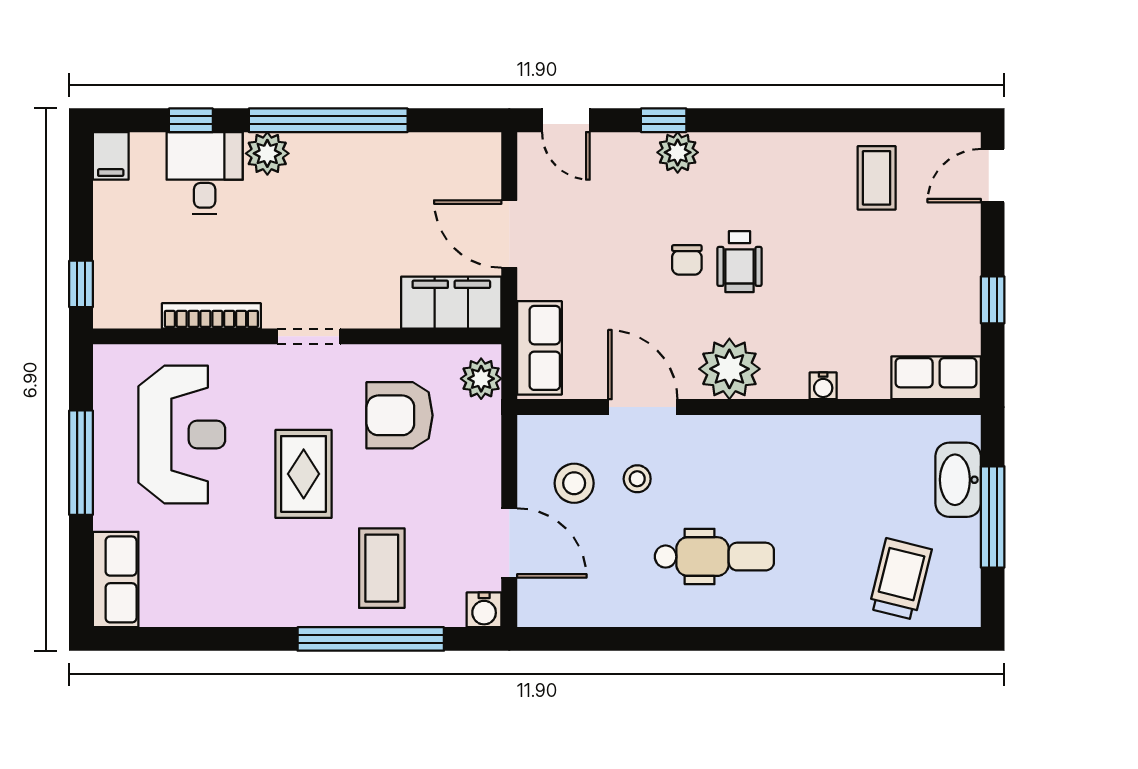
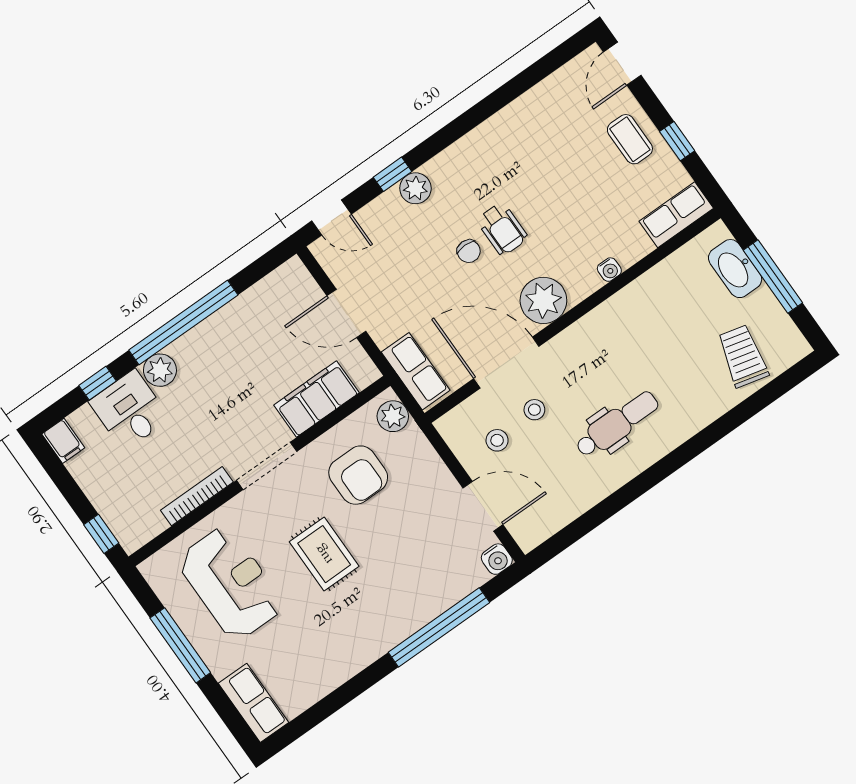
coffee table: (877, 178) -> (630, 139), moved
filing cabinet: (451, 303) -> (317, 399), moved
doorway: (309, 336) -> (267, 466), width x1.38
door: (643, 407) -> (506, 362), width x1.36
armchair: (400, 415) -> (358, 475), turned -90
stool: (574, 483) -> (497, 440), width x0.73, depth x0.73
coffee table: (382, 568) -> (415, 578), removed

